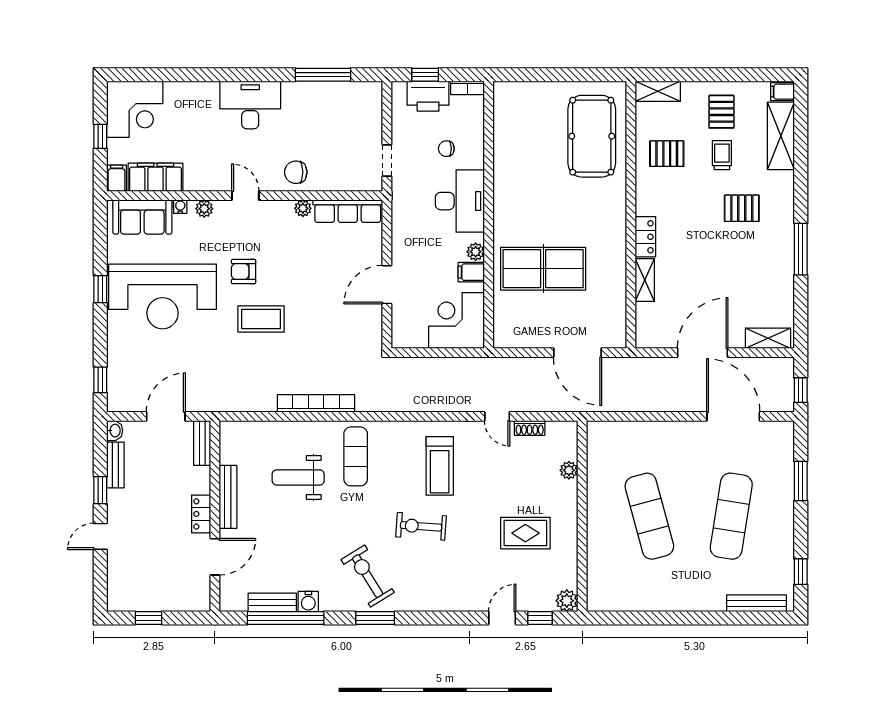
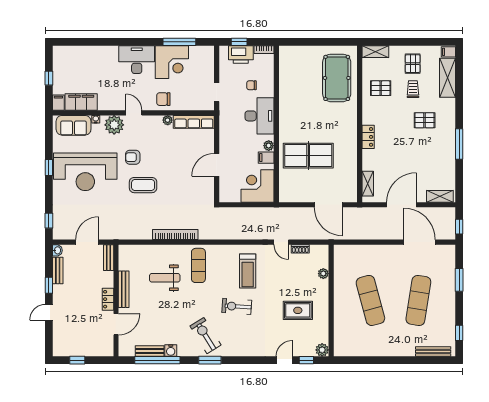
corner desk: (135, 109) -> (172, 62), moved
plant: (204, 209) -> (114, 125), width x1.88, depth x1.88
shelving: (645, 280) -> (368, 184), moved

